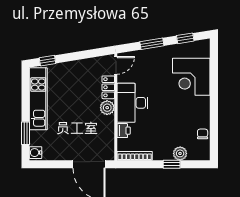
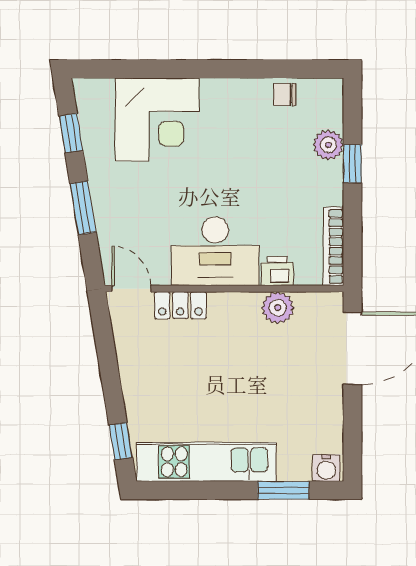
plant: (107, 108) -> (278, 308), moved

